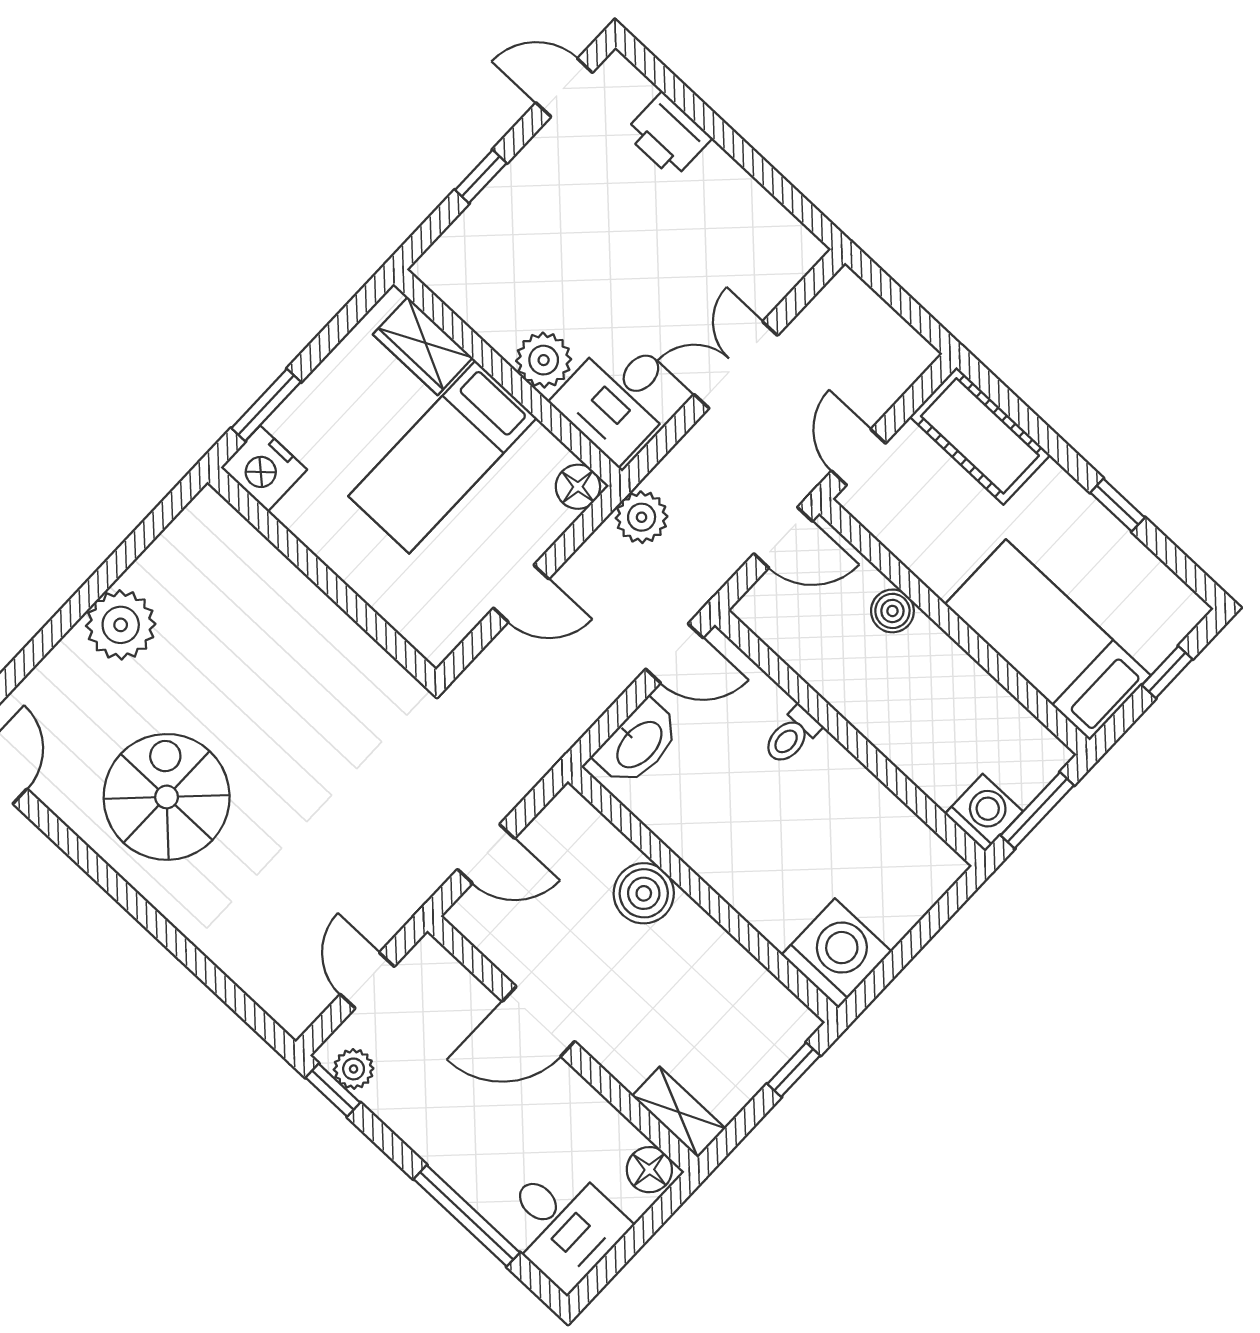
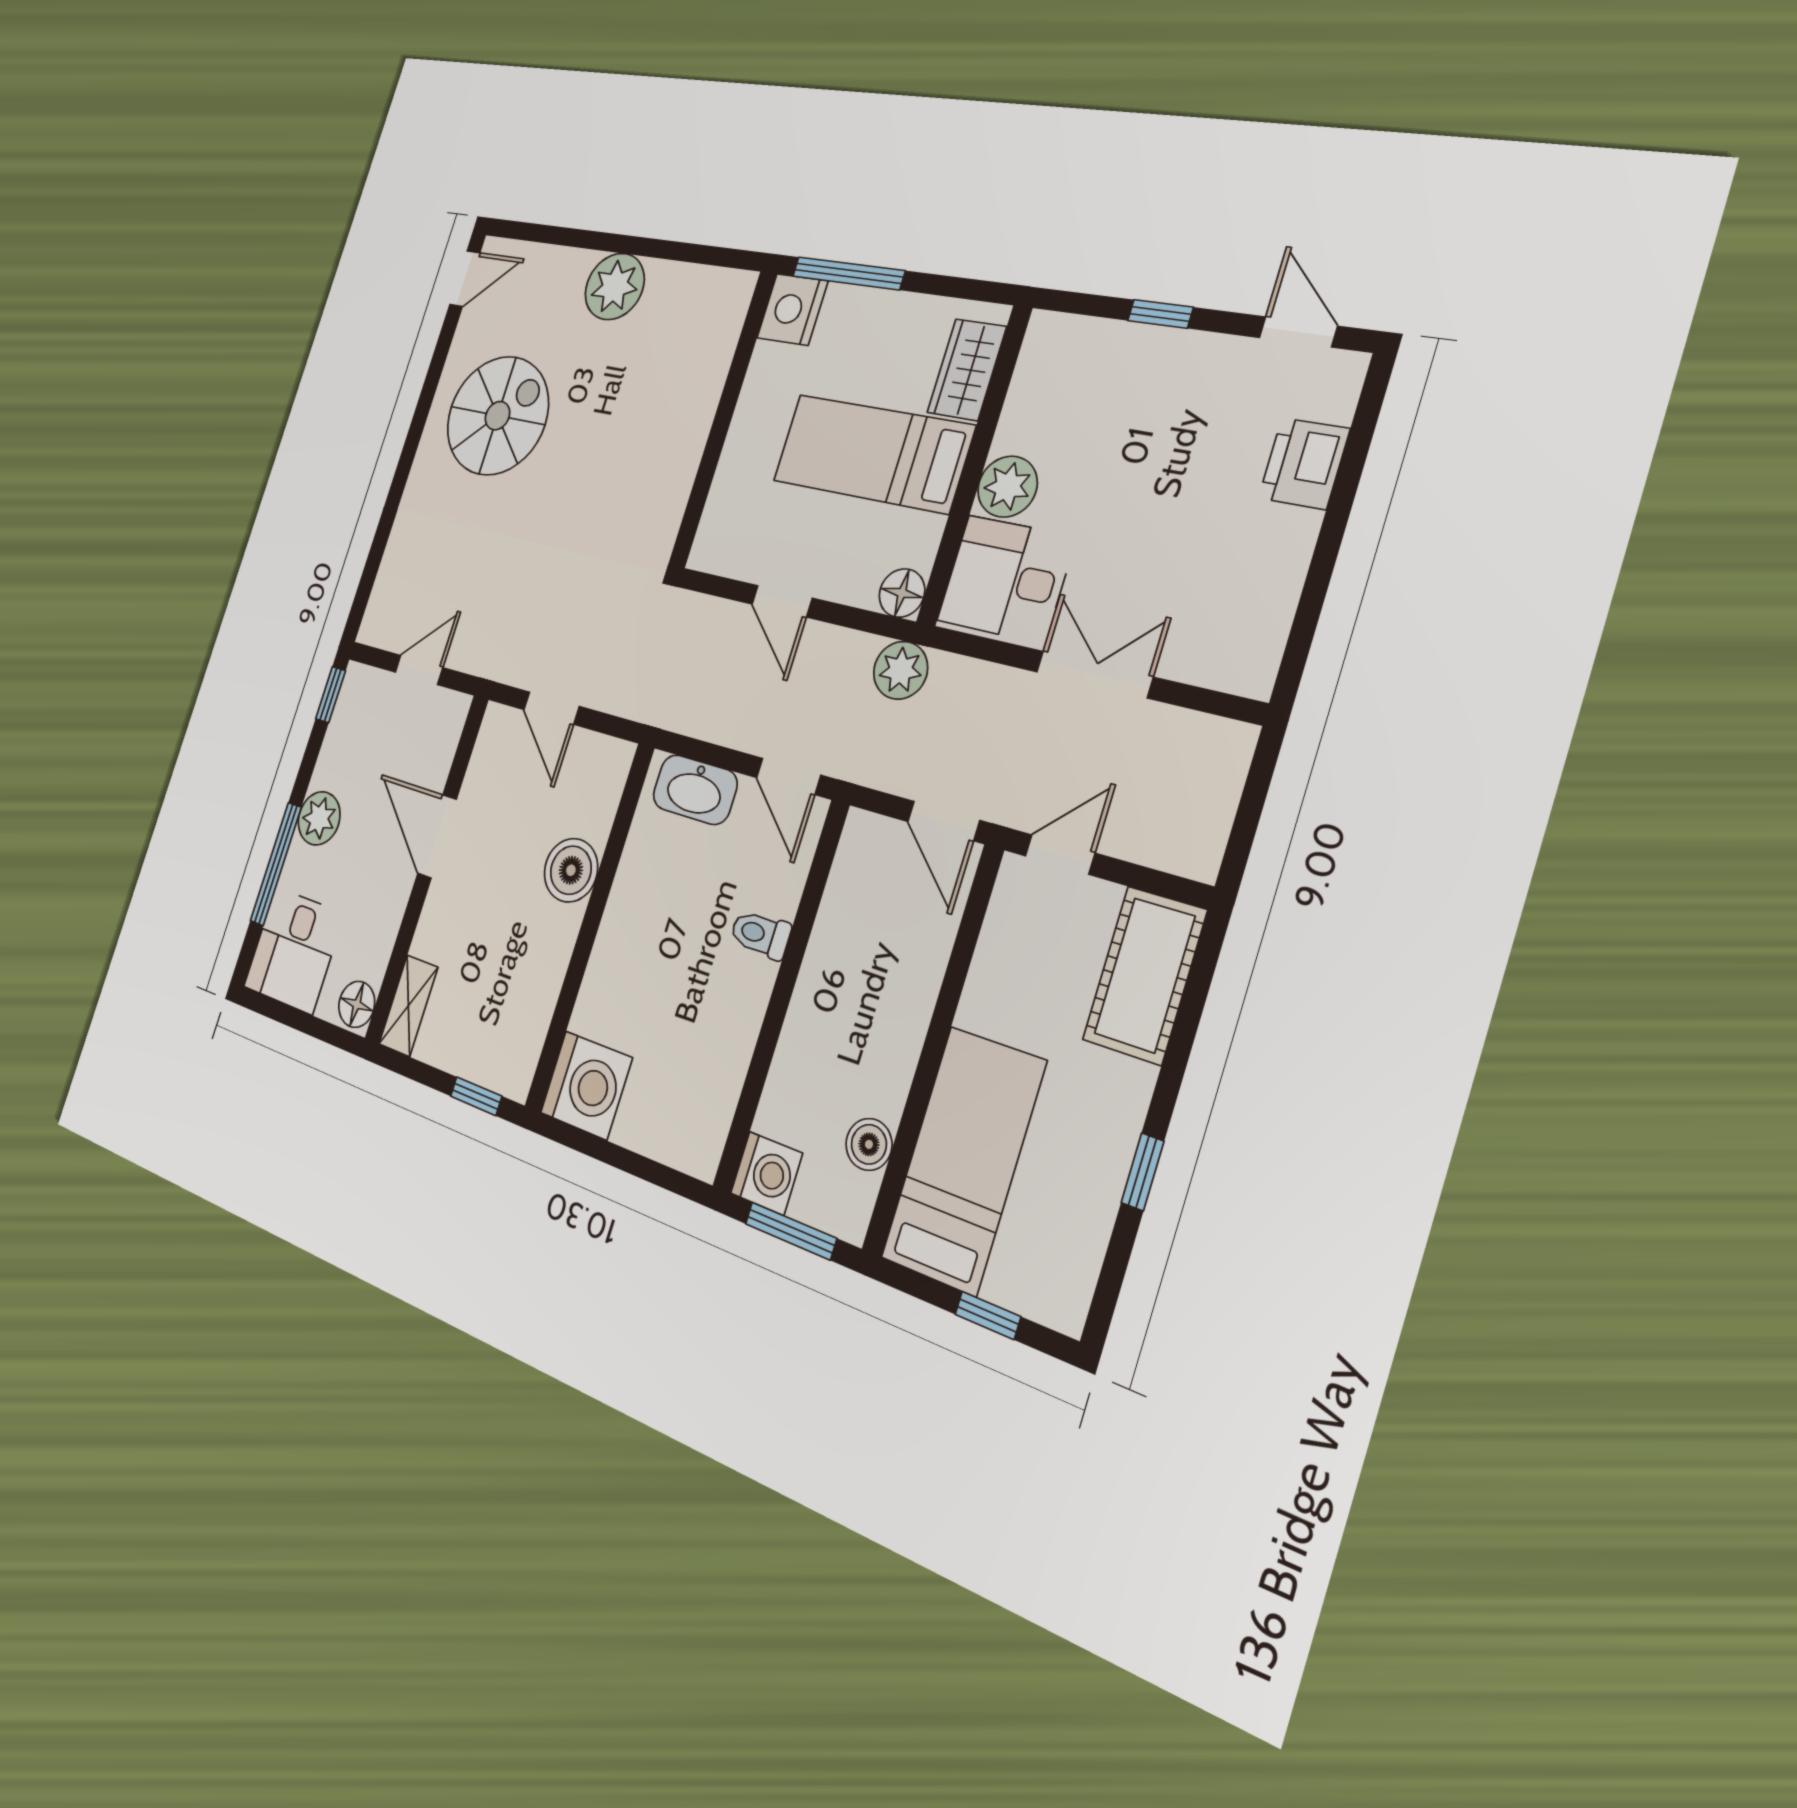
window: (266, 405) -> (848, 273), width x1.44
boiler: (892, 611) -> (869, 1144), moved
plant: (354, 1069) -> (319, 818), moved, width x1.38, depth x1.38

